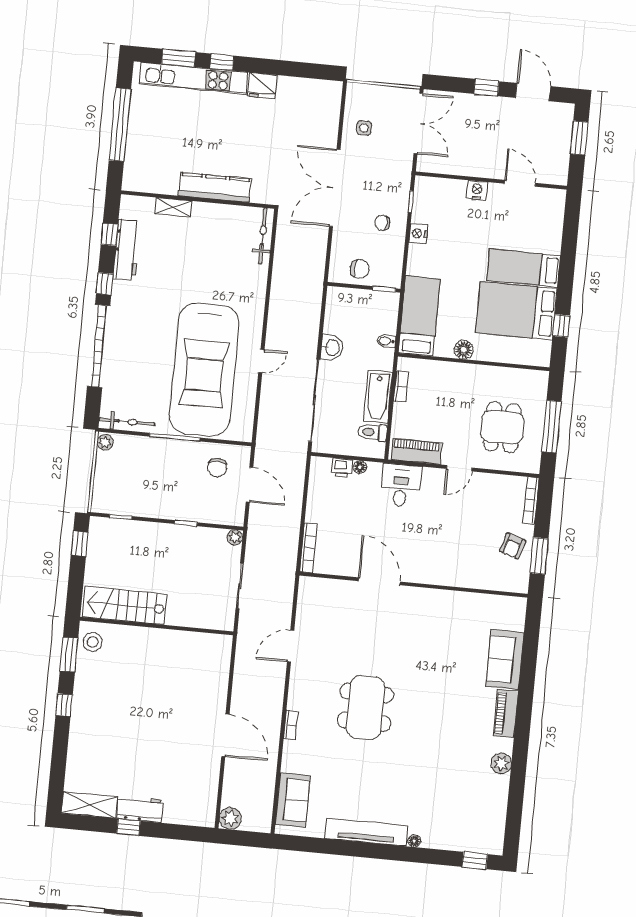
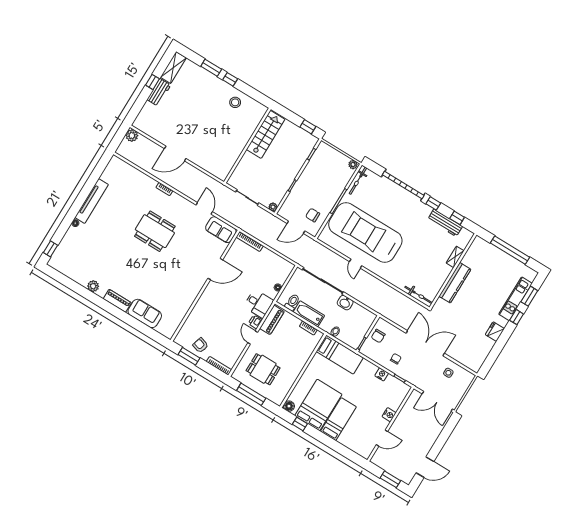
kitchen unit: (193, 78) -> (515, 299), width x0.73
window: (486, 88) -> (439, 445), removed
floor lamp: (464, 350) -> (289, 406), moved
printer: (342, 468) -> (255, 322), moved
stool: (93, 642) -> (235, 102), moved
window: (69, 655) -> (211, 68), moved
sofa: (293, 800) -> (221, 230), moved

